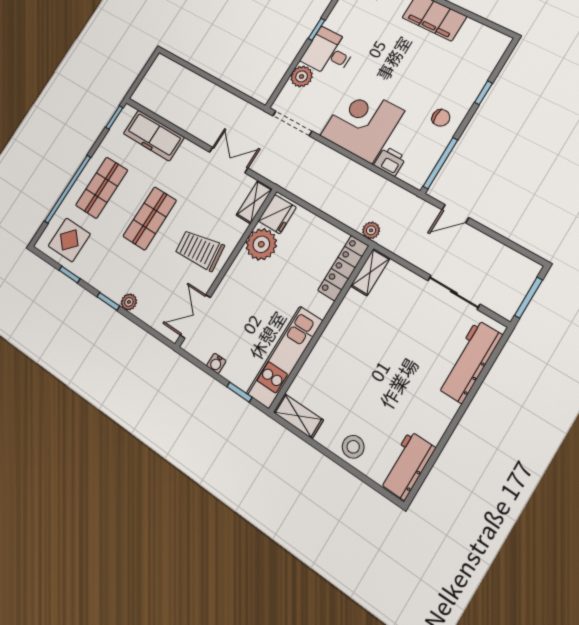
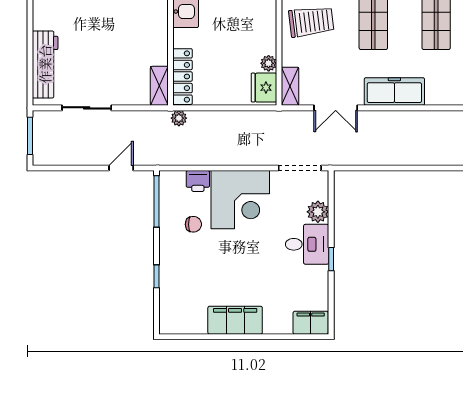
chair: (441, 118) -> (193, 224), moved, turned 180
freezer: (154, 135) -> (394, 91), moved
plant: (261, 244) -> (269, 63), width x0.53, depth x0.53

